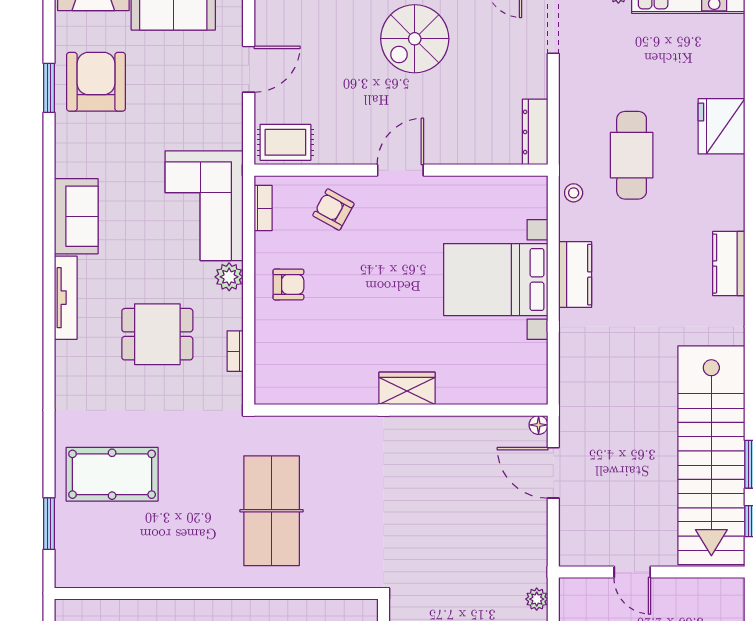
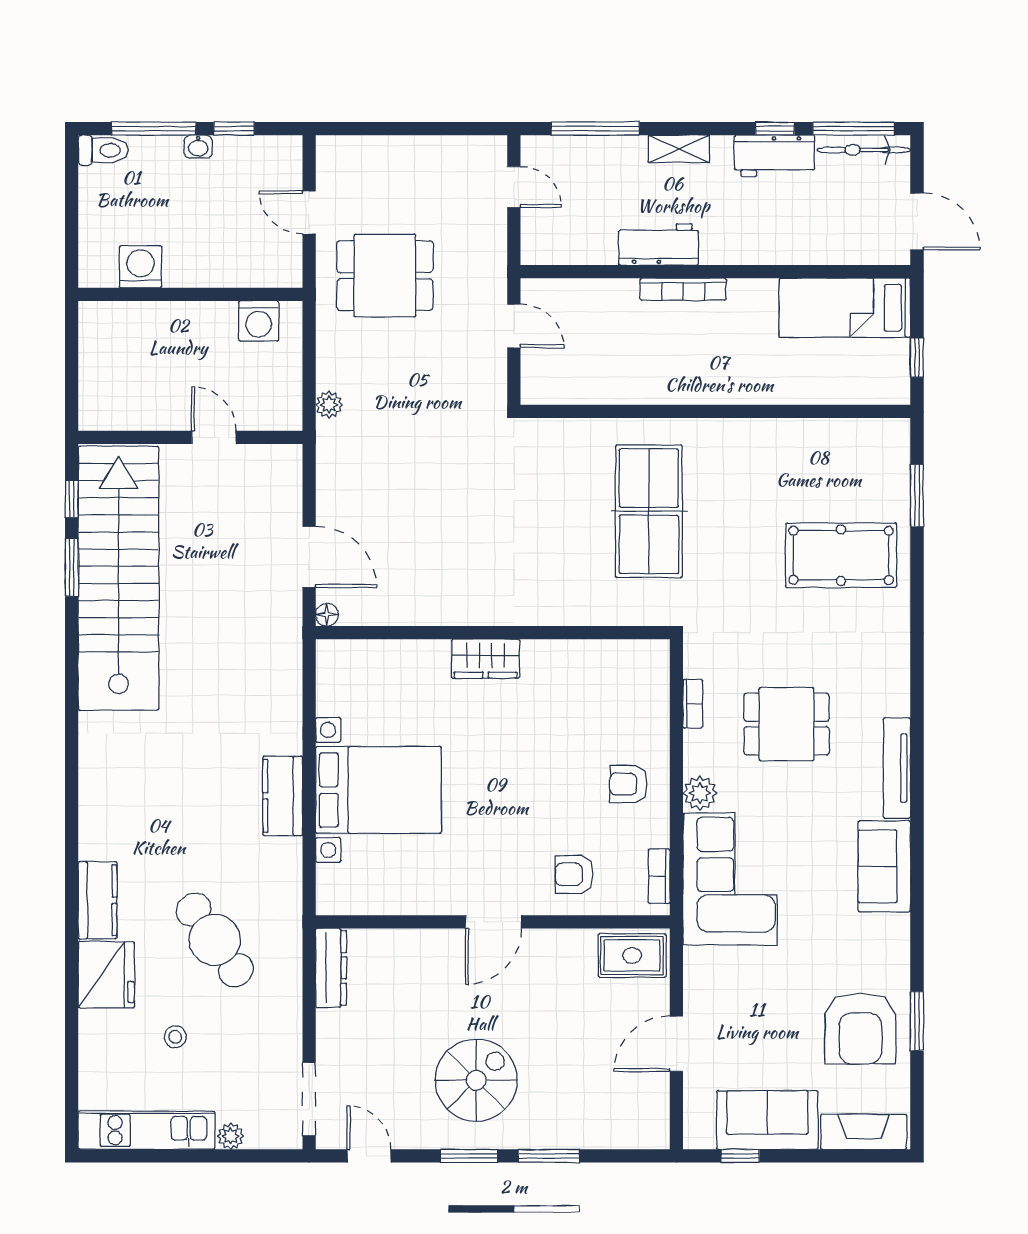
cafe table: (632, 155) -> (215, 940), turned -35
stool: (574, 193) -> (175, 1037), moved
armchair: (333, 210) -> (574, 874), turned 151
kitchen counter: (729, 264) -> (98, 900), moved

